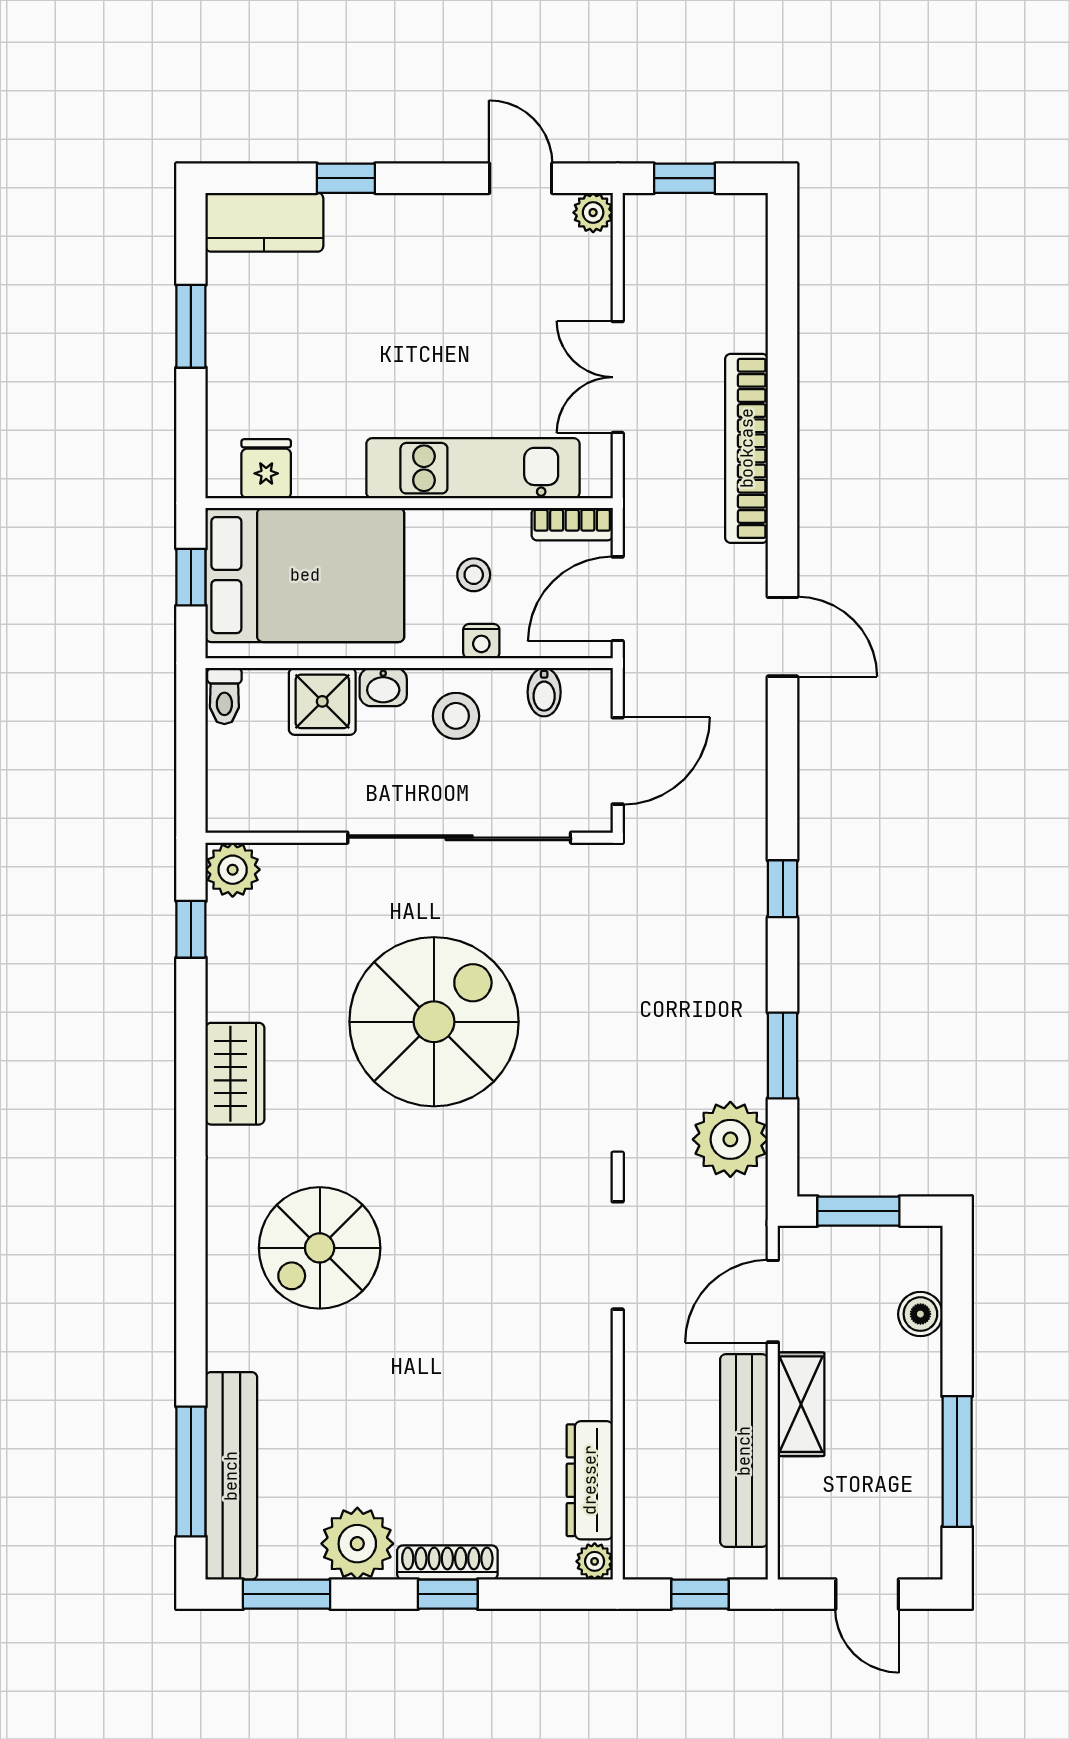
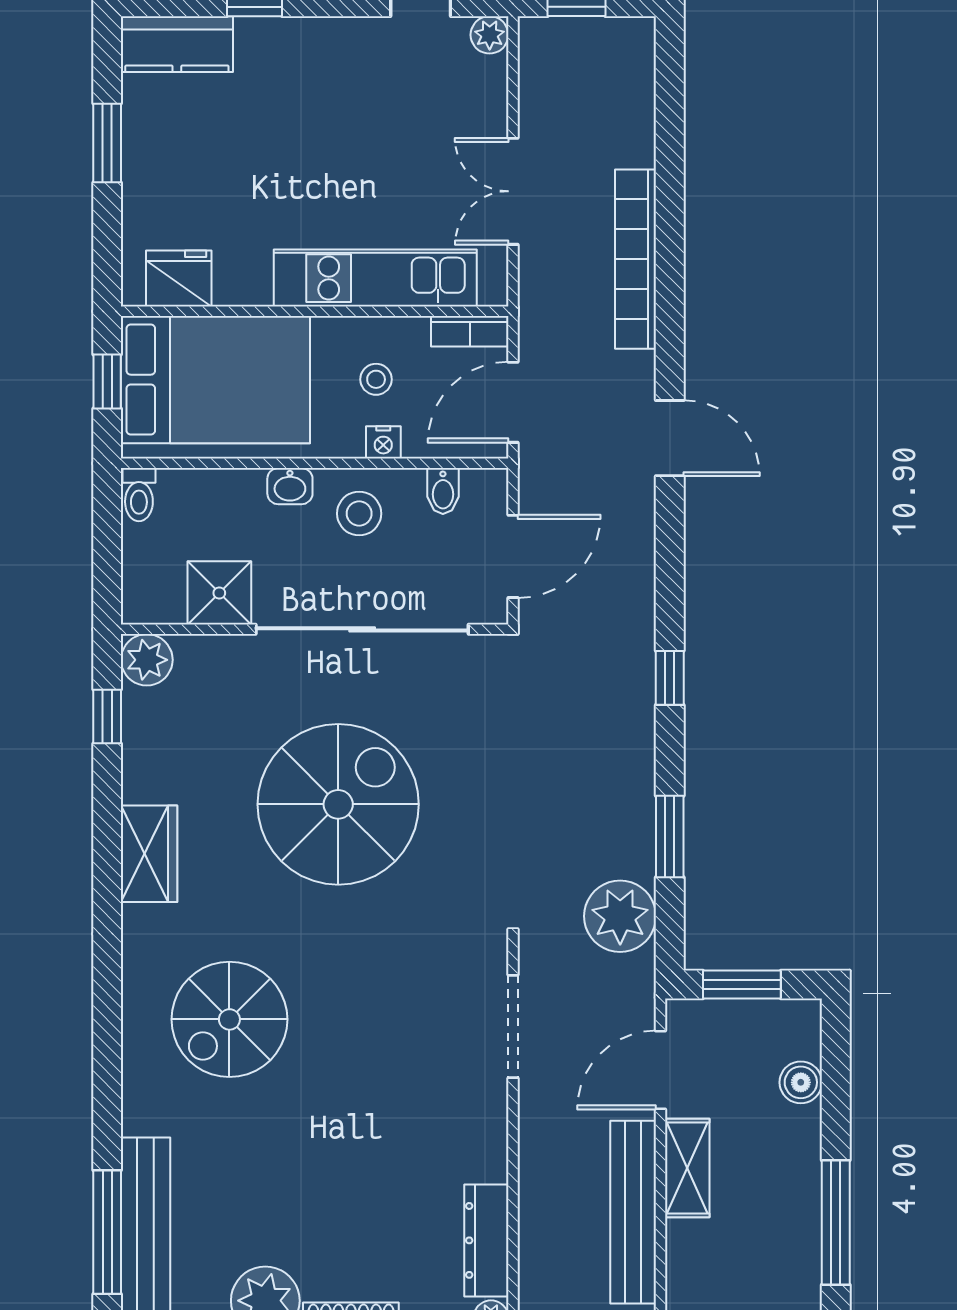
fridge: (266, 469) -> (179, 279), width x1.38
shower: (322, 701) -> (219, 593), moved

